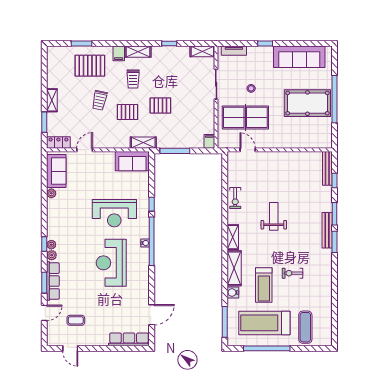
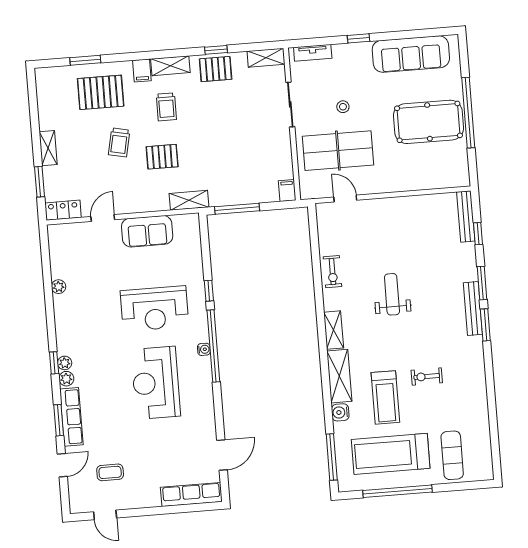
pallet: (160, 105) -> (216, 69), moved
sofa: (132, 161) -> (147, 231), moved
sofa: (56, 171) -> (63, 253), removed

